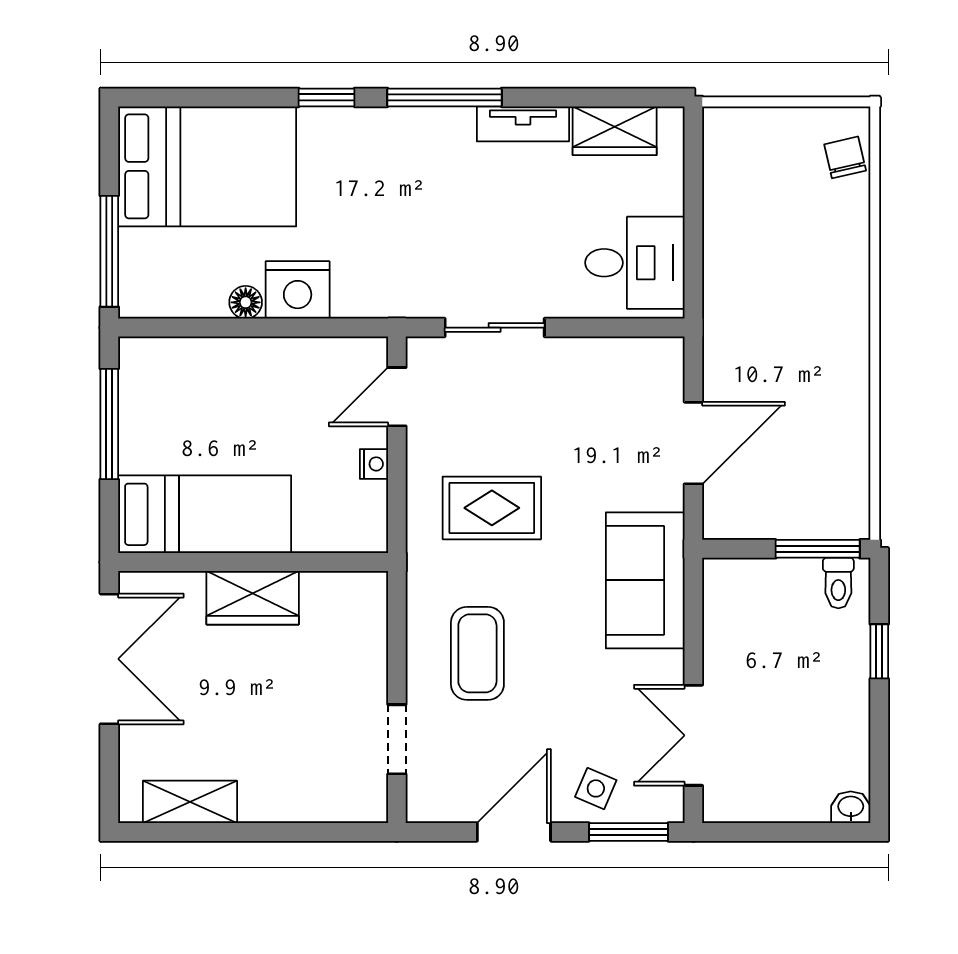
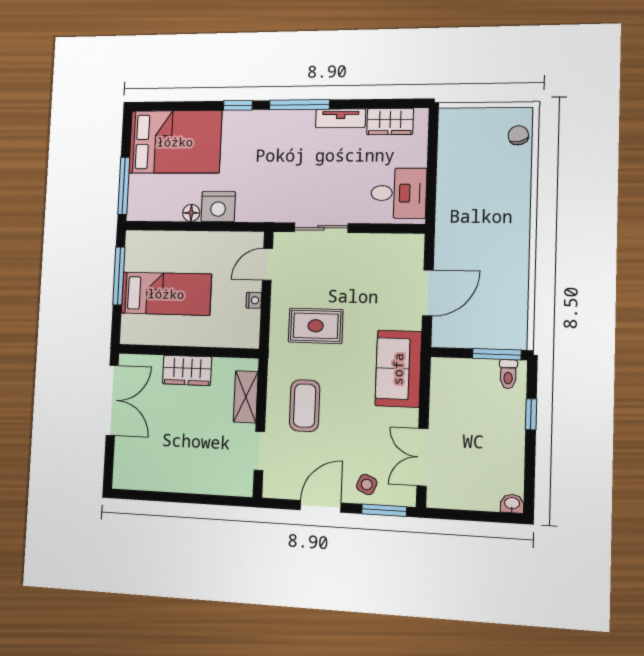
bed: (205, 514) -> (166, 294), moved
shelving: (190, 802) -> (246, 397), moved, turned 90

